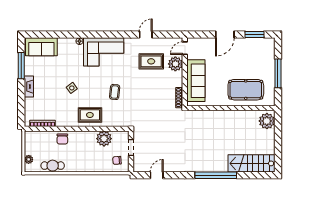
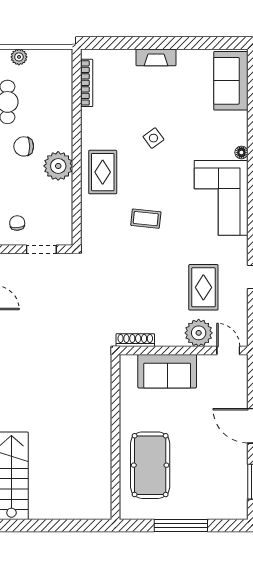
window: (21, 66) -> (195, 43), removed
sofa: (196, 81) -> (167, 371), width x0.73
plant: (267, 121) -> (91, 505), removed
chair: (62, 139) -> (24, 146), moved
plant: (104, 139) -> (58, 166), moved

